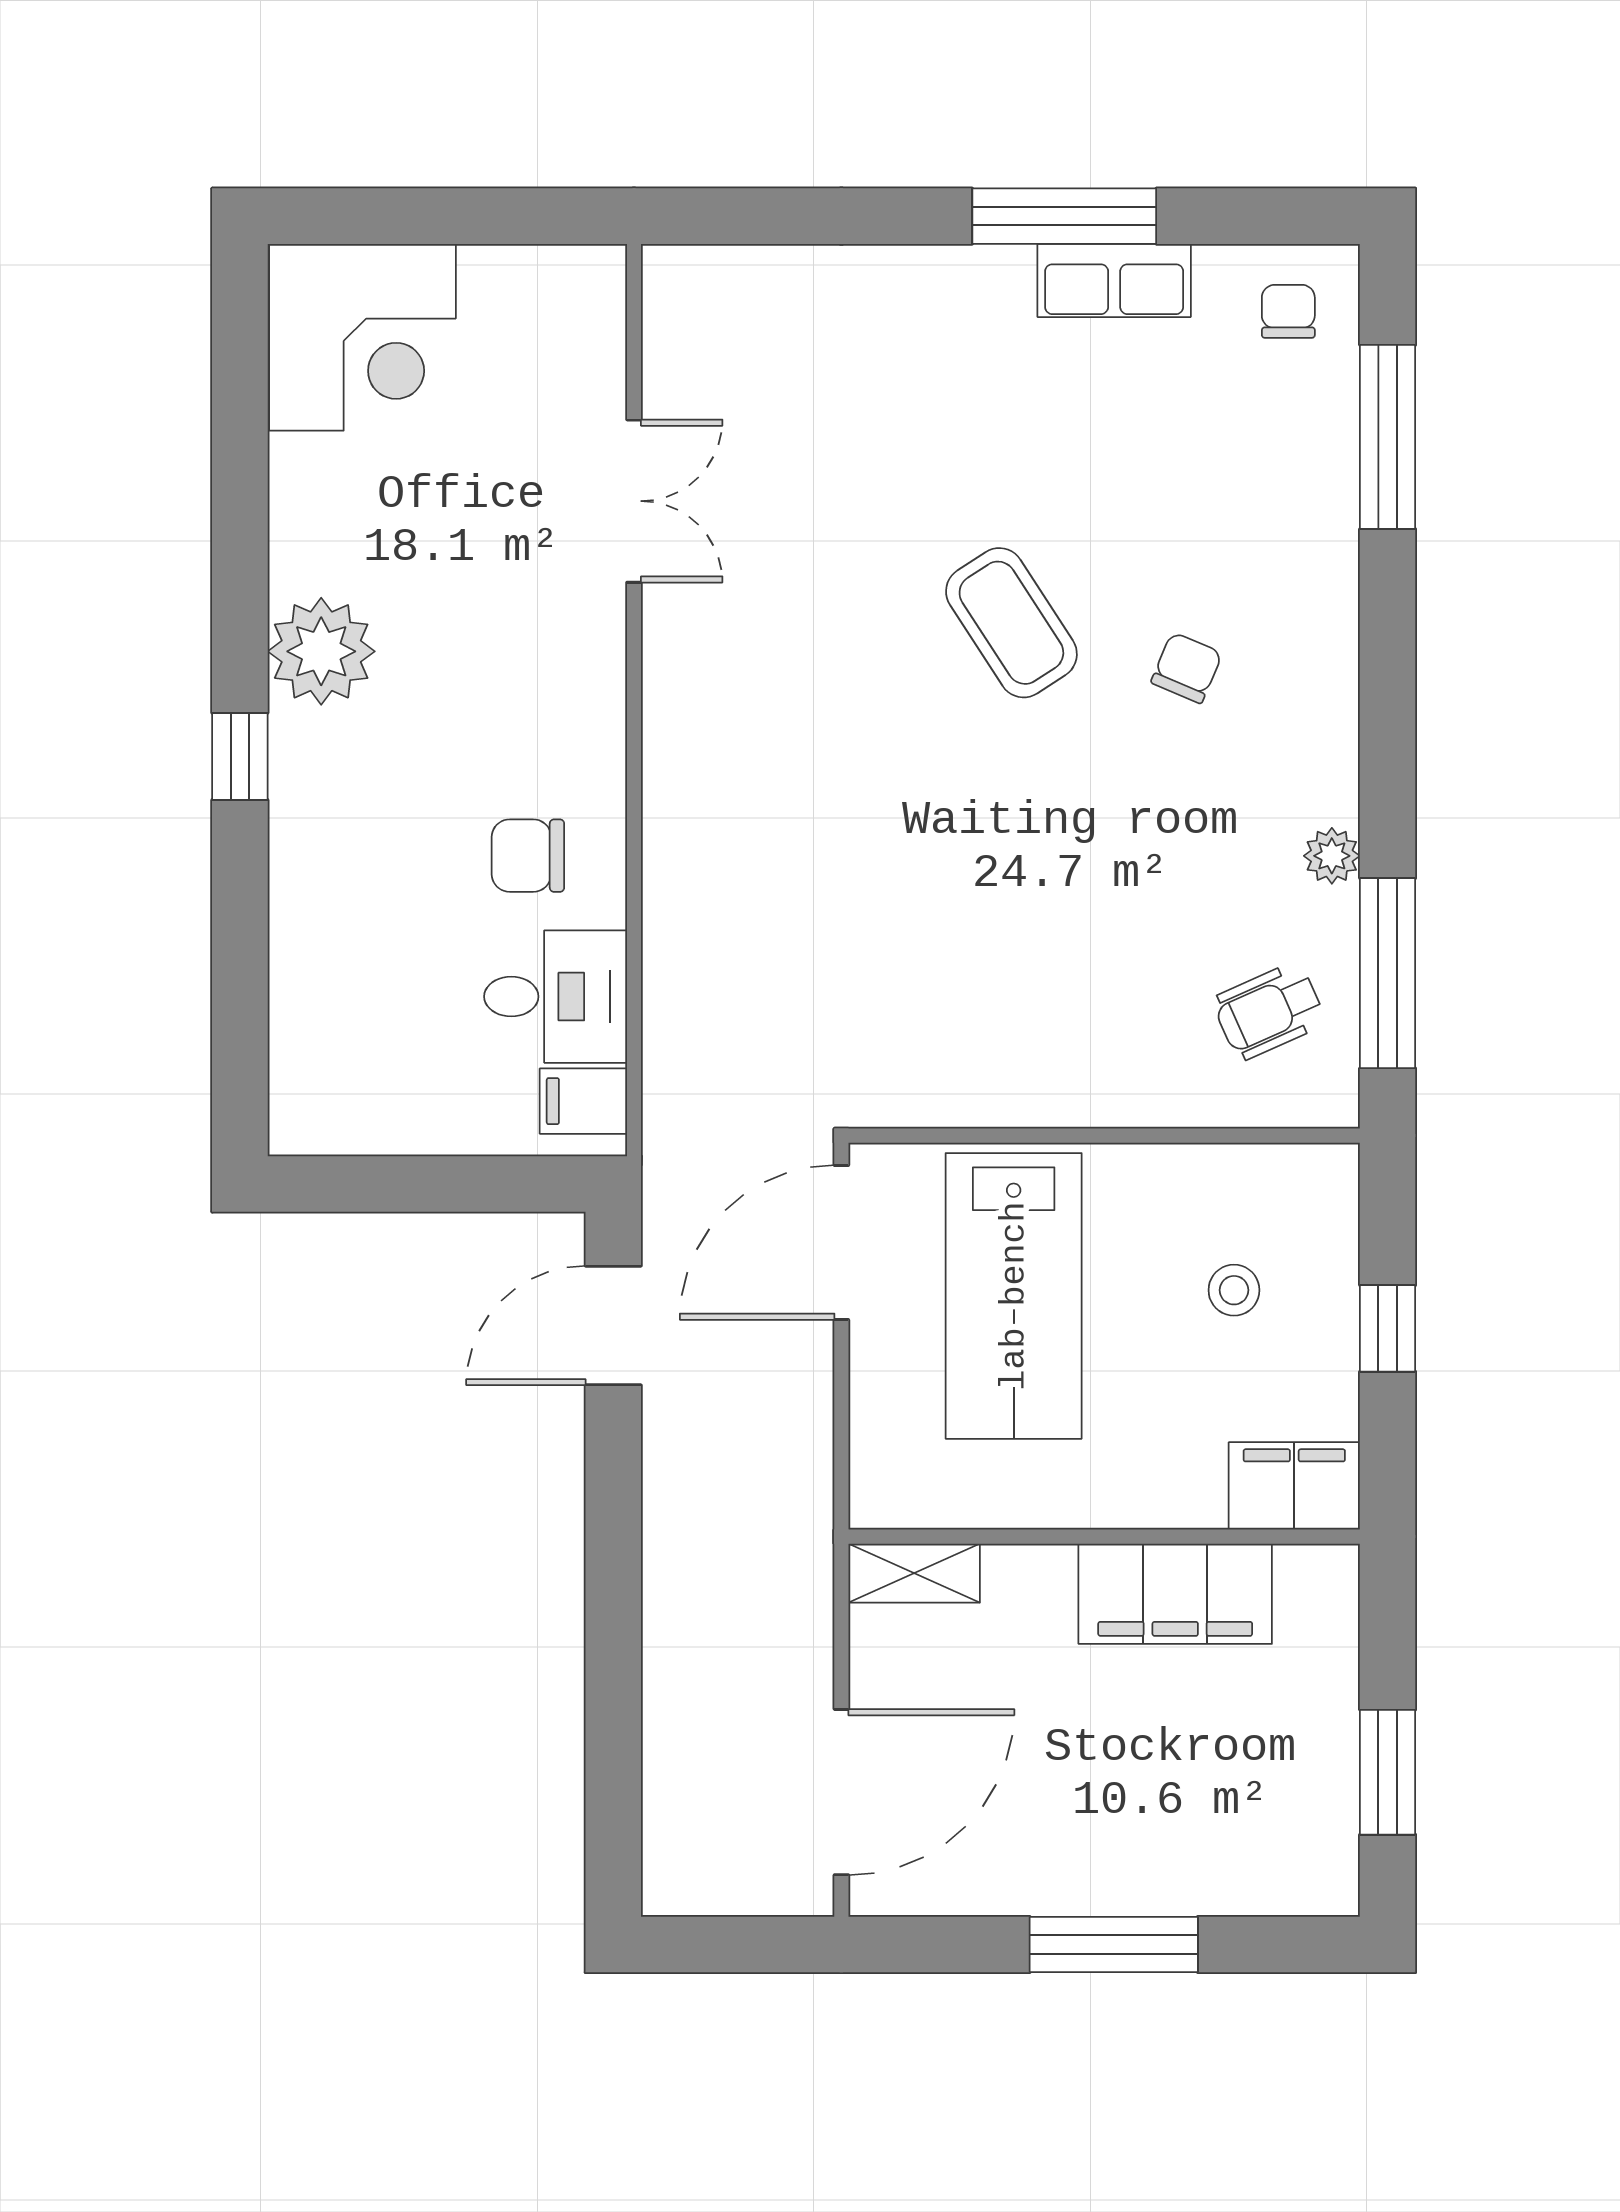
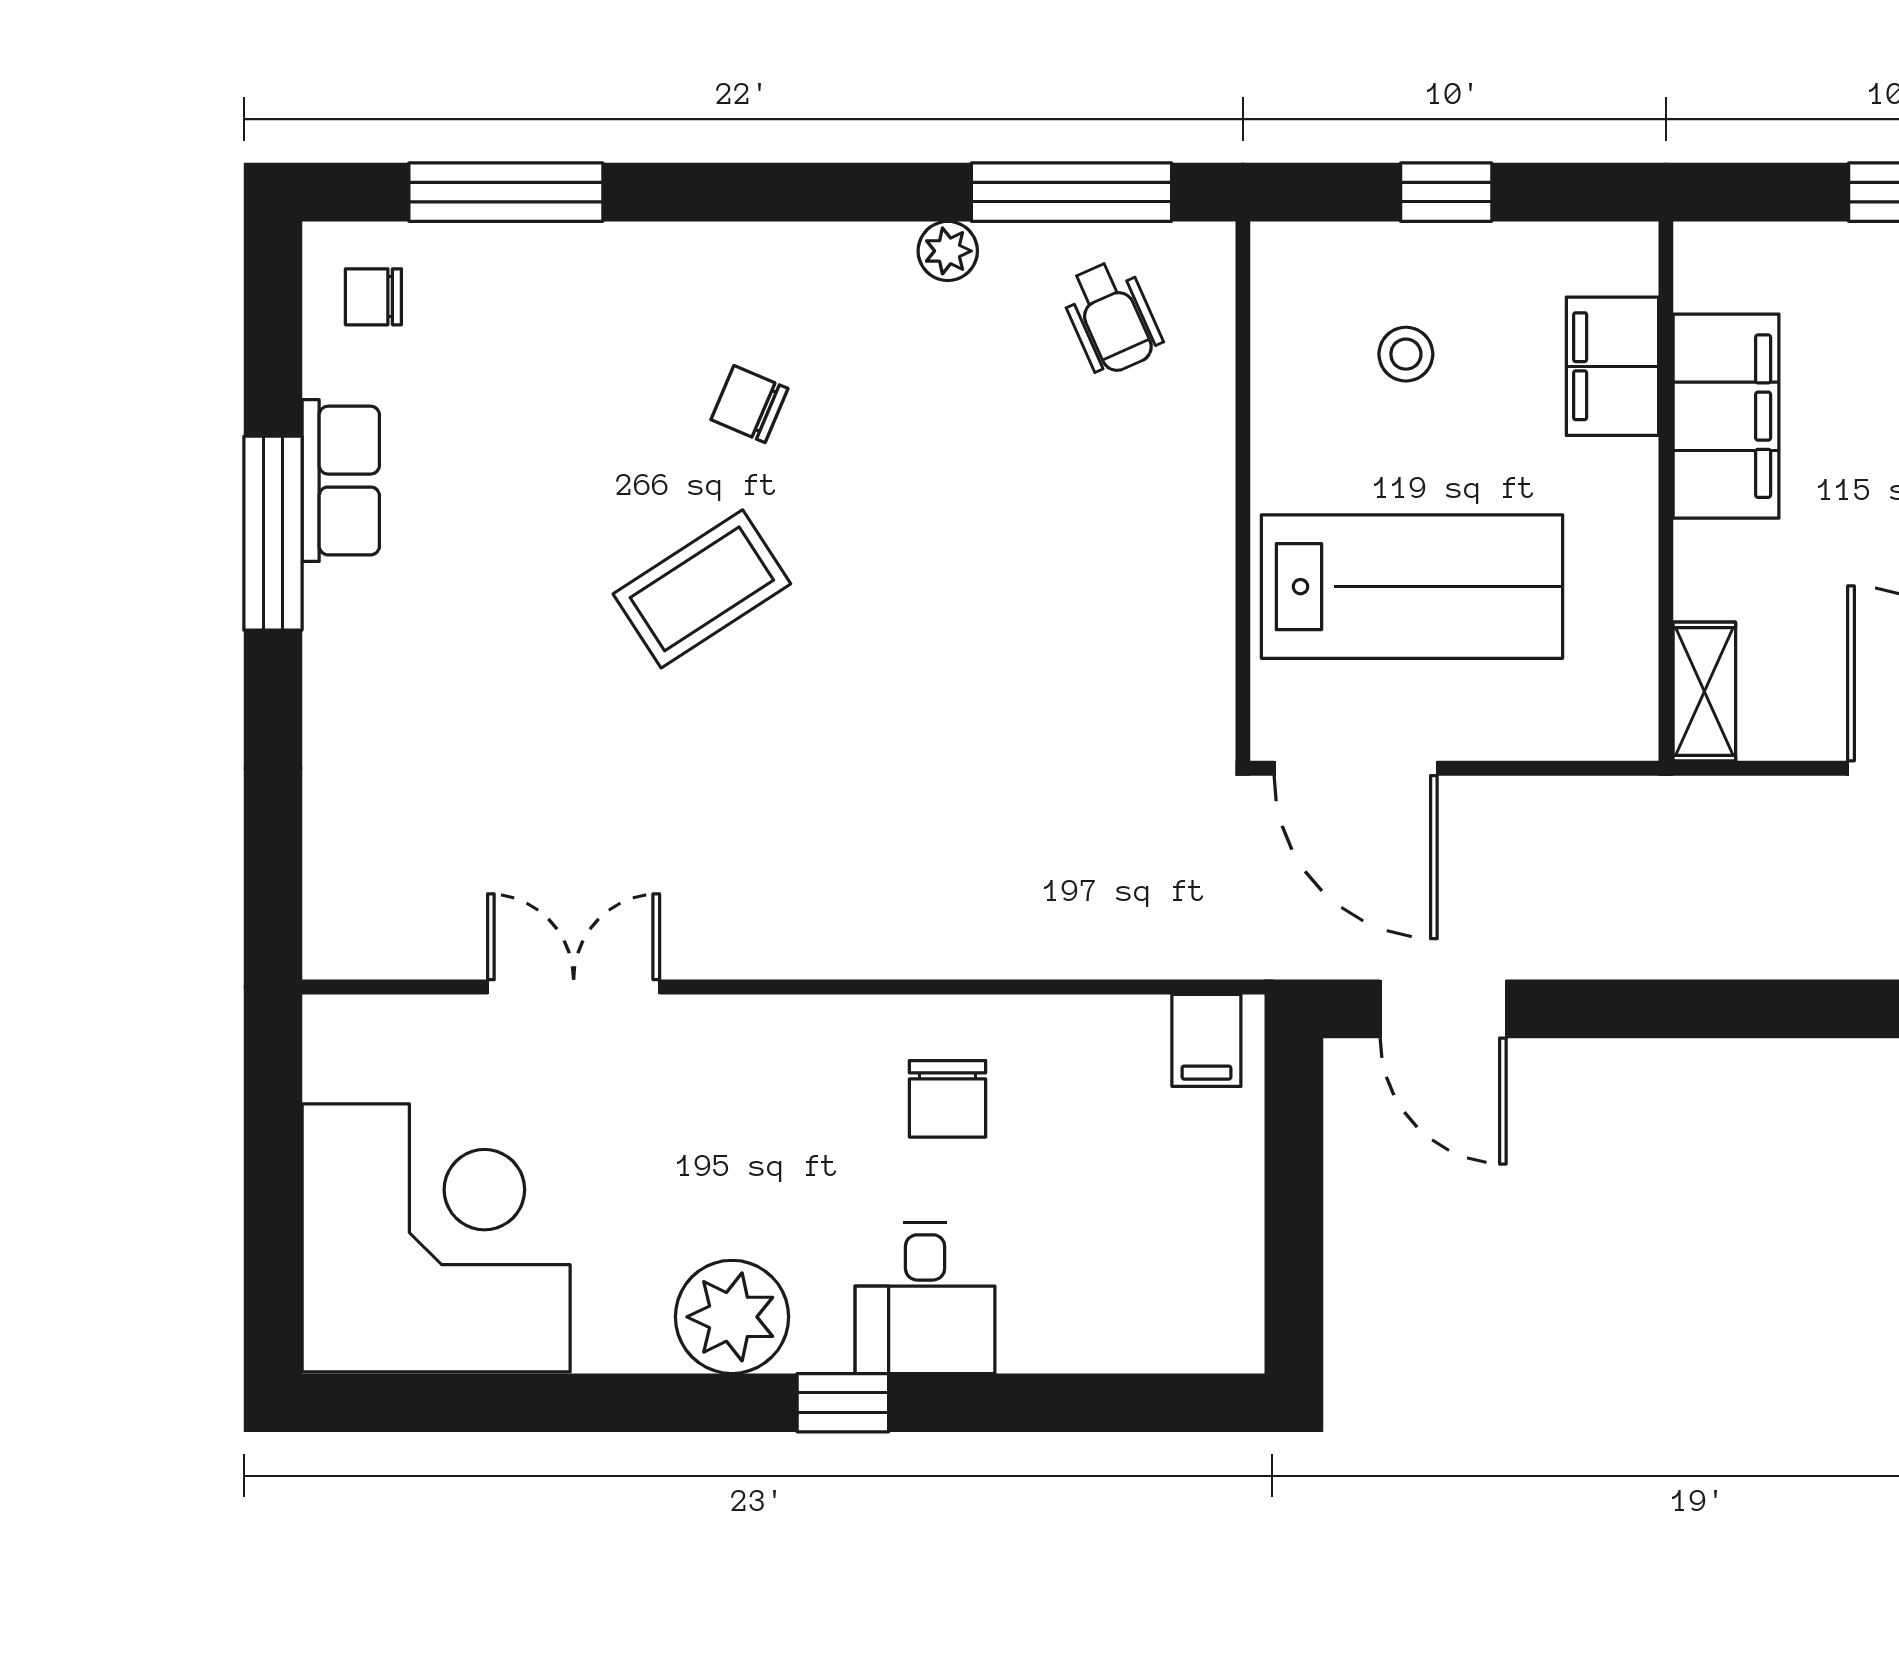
corner desk: (362, 337) -> (436, 1238), width x1.36, depth x1.36
desk: (556, 997) -> (925, 1298), moved, turned 180
filing cabinet: (1294, 1486) -> (1612, 366), moved

